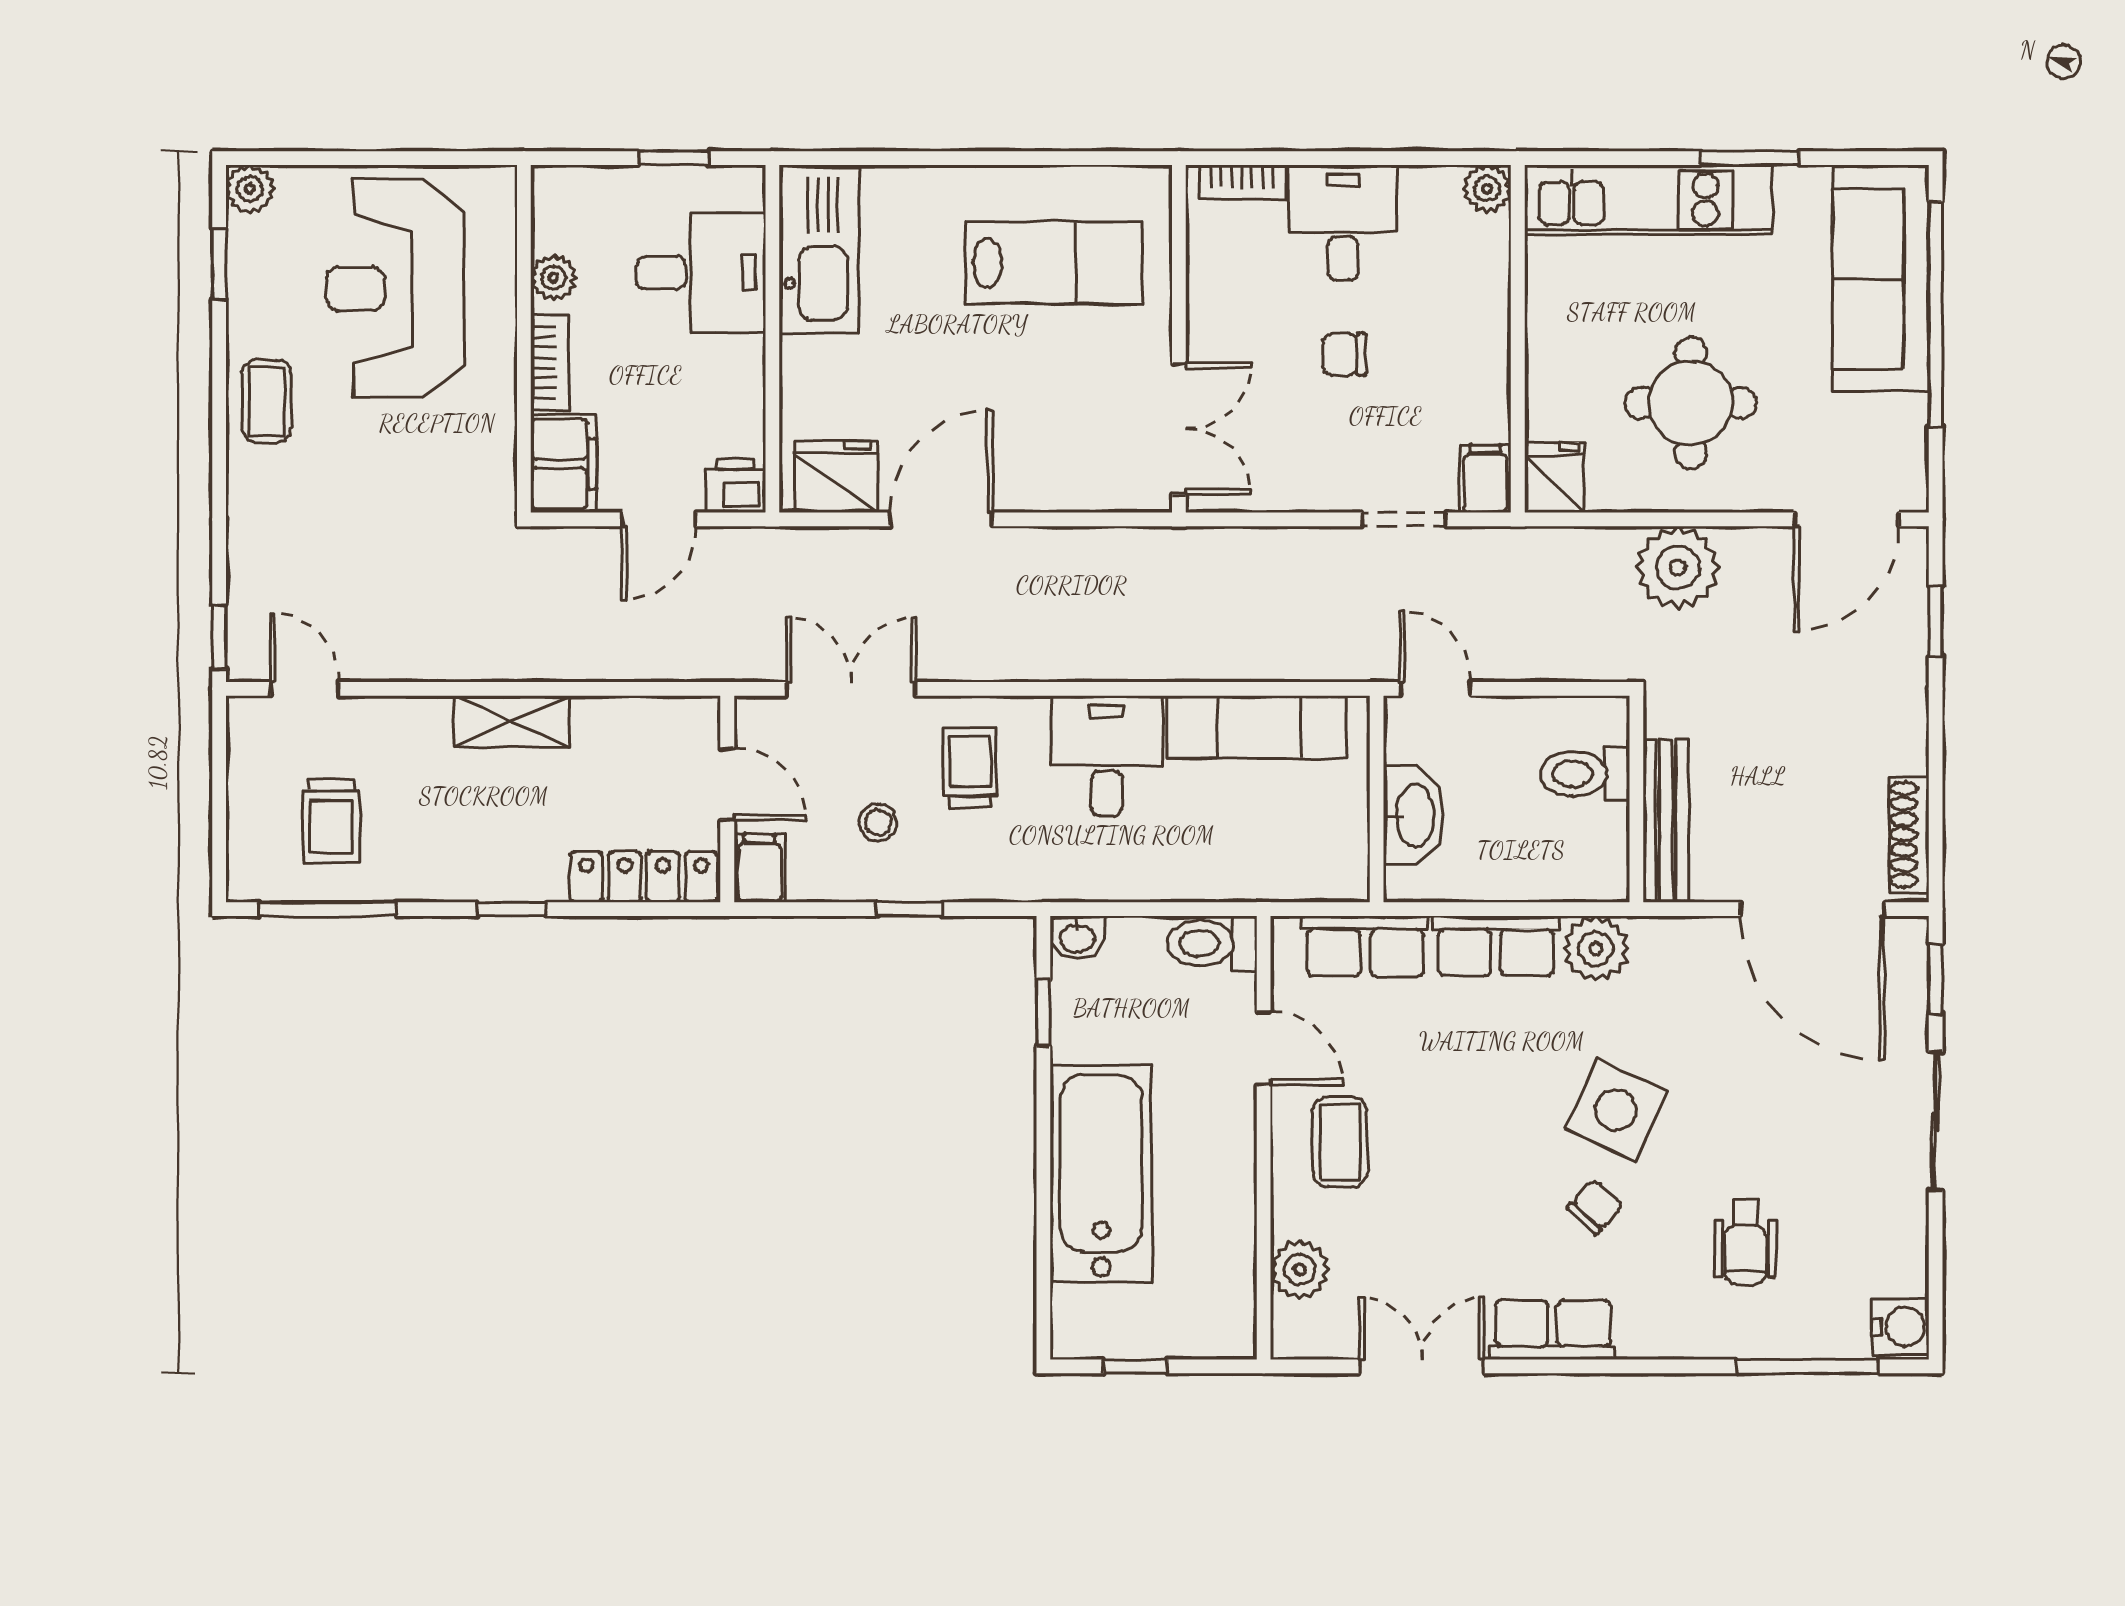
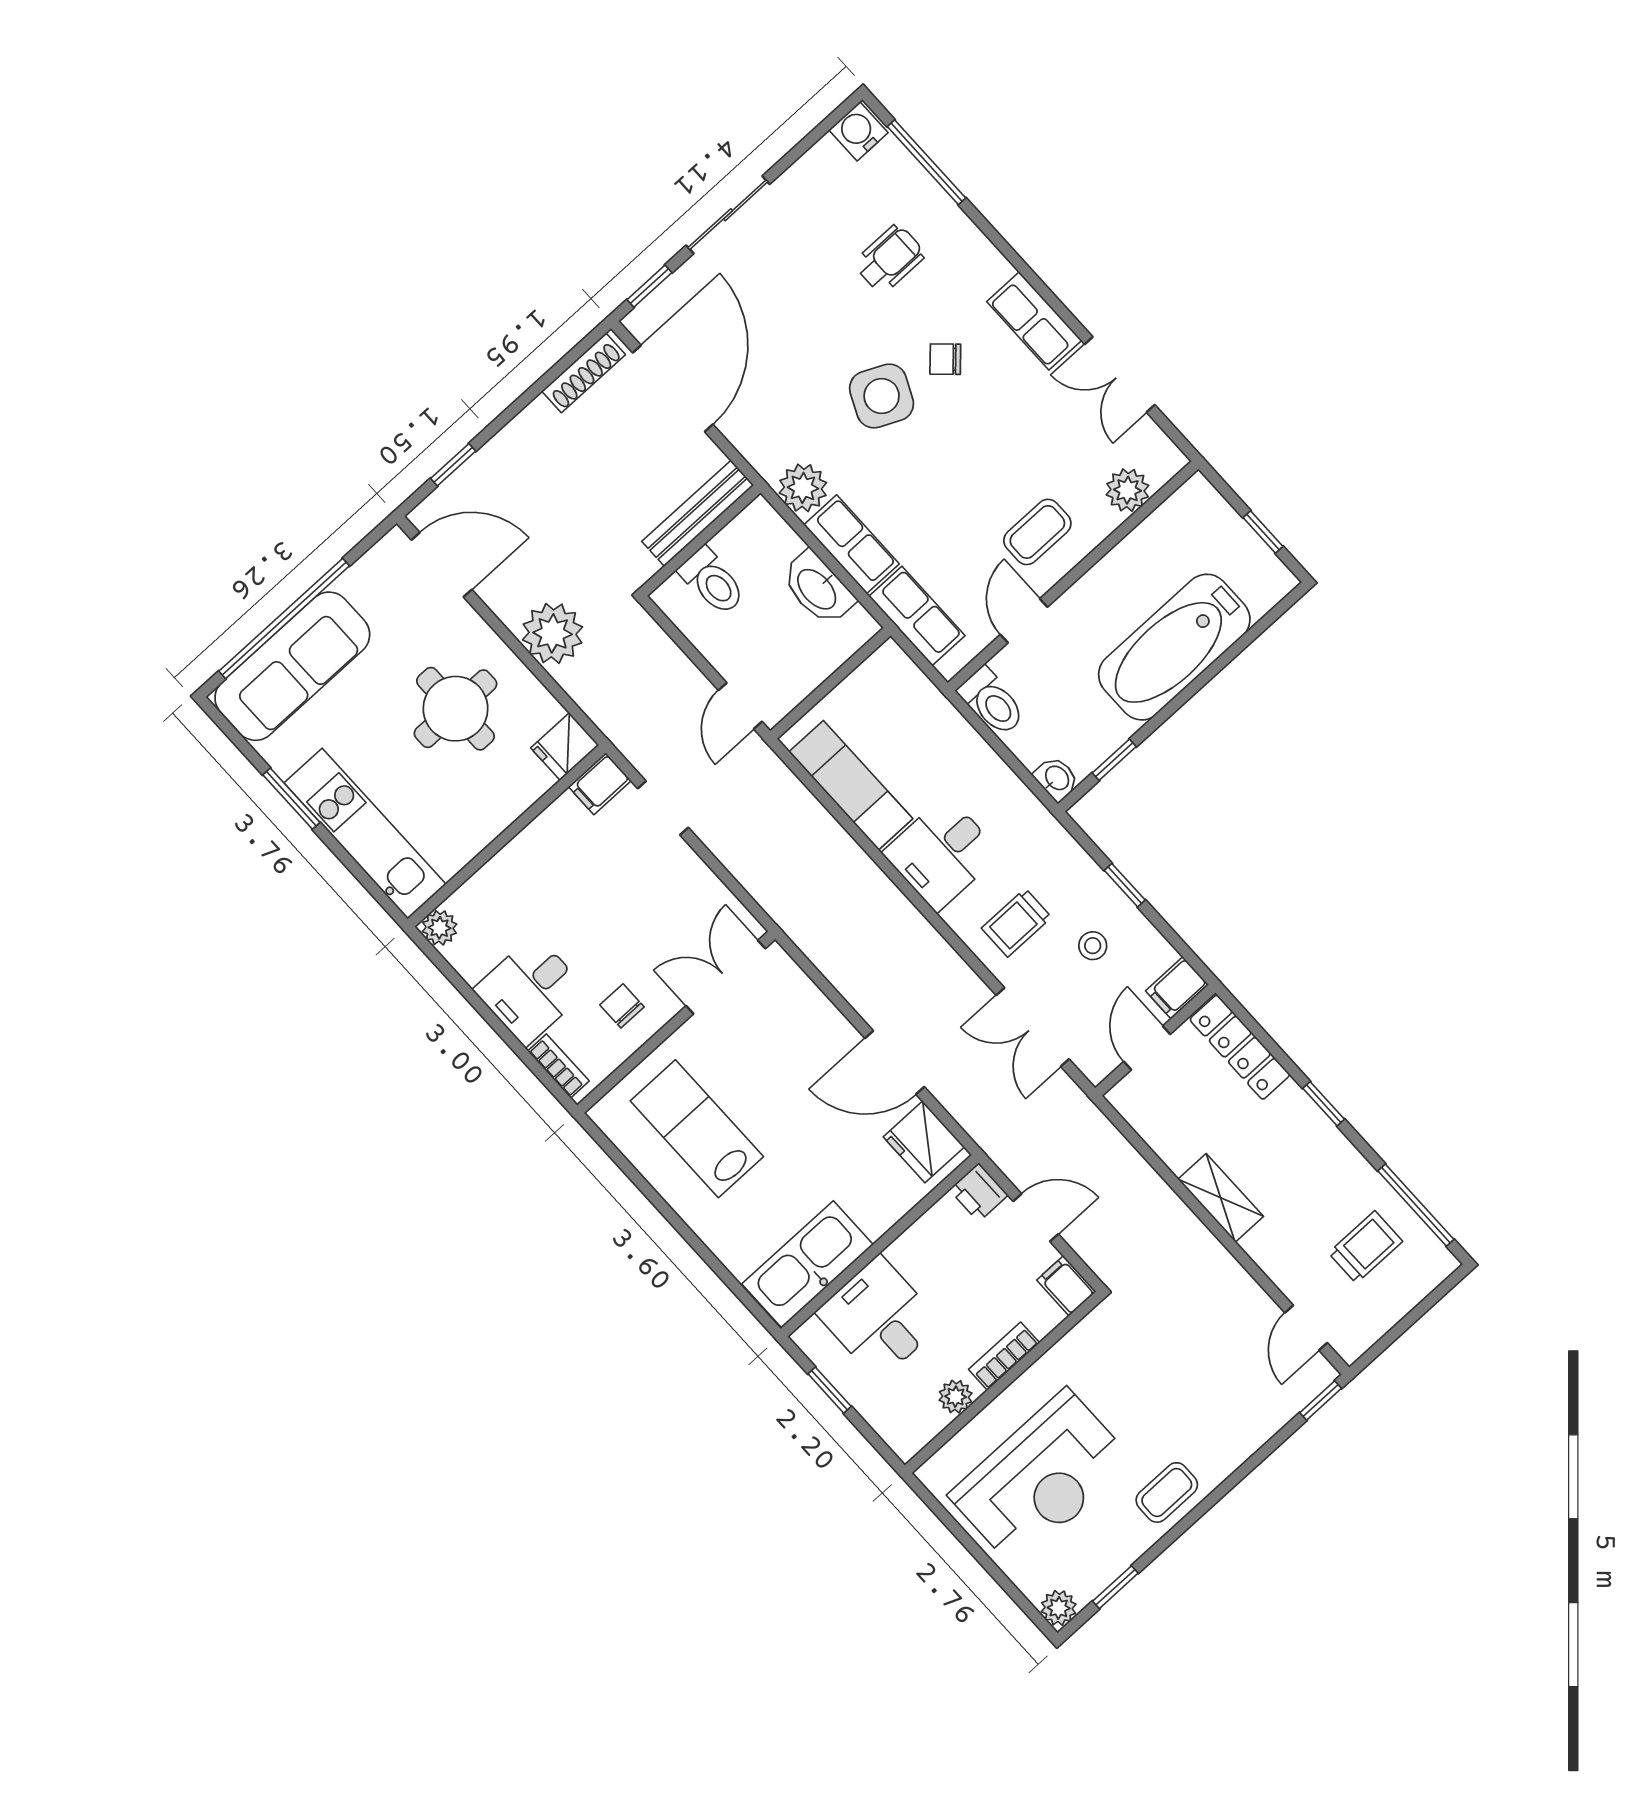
chair: (1344, 354) -> (622, 1006), moved, turned 180
filing cabinet: (563, 464) -> (1066, 1286), width x0.50
washbasin: (1413, 815) -> (818, 588), moved, turned -90

